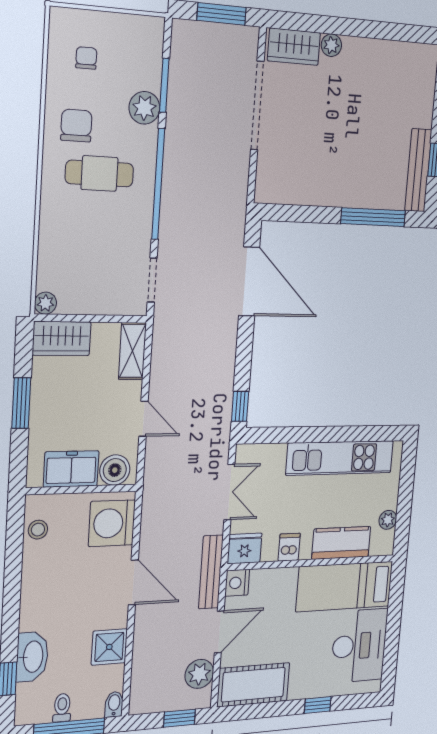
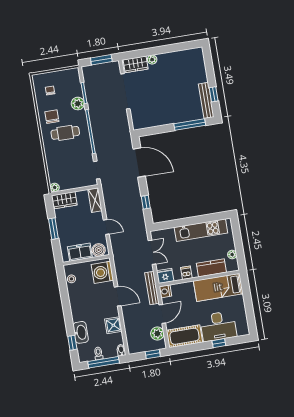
window: (240, 406) -> (146, 202), moved
desk: (359, 646) -> (218, 326), moved, turned 90

